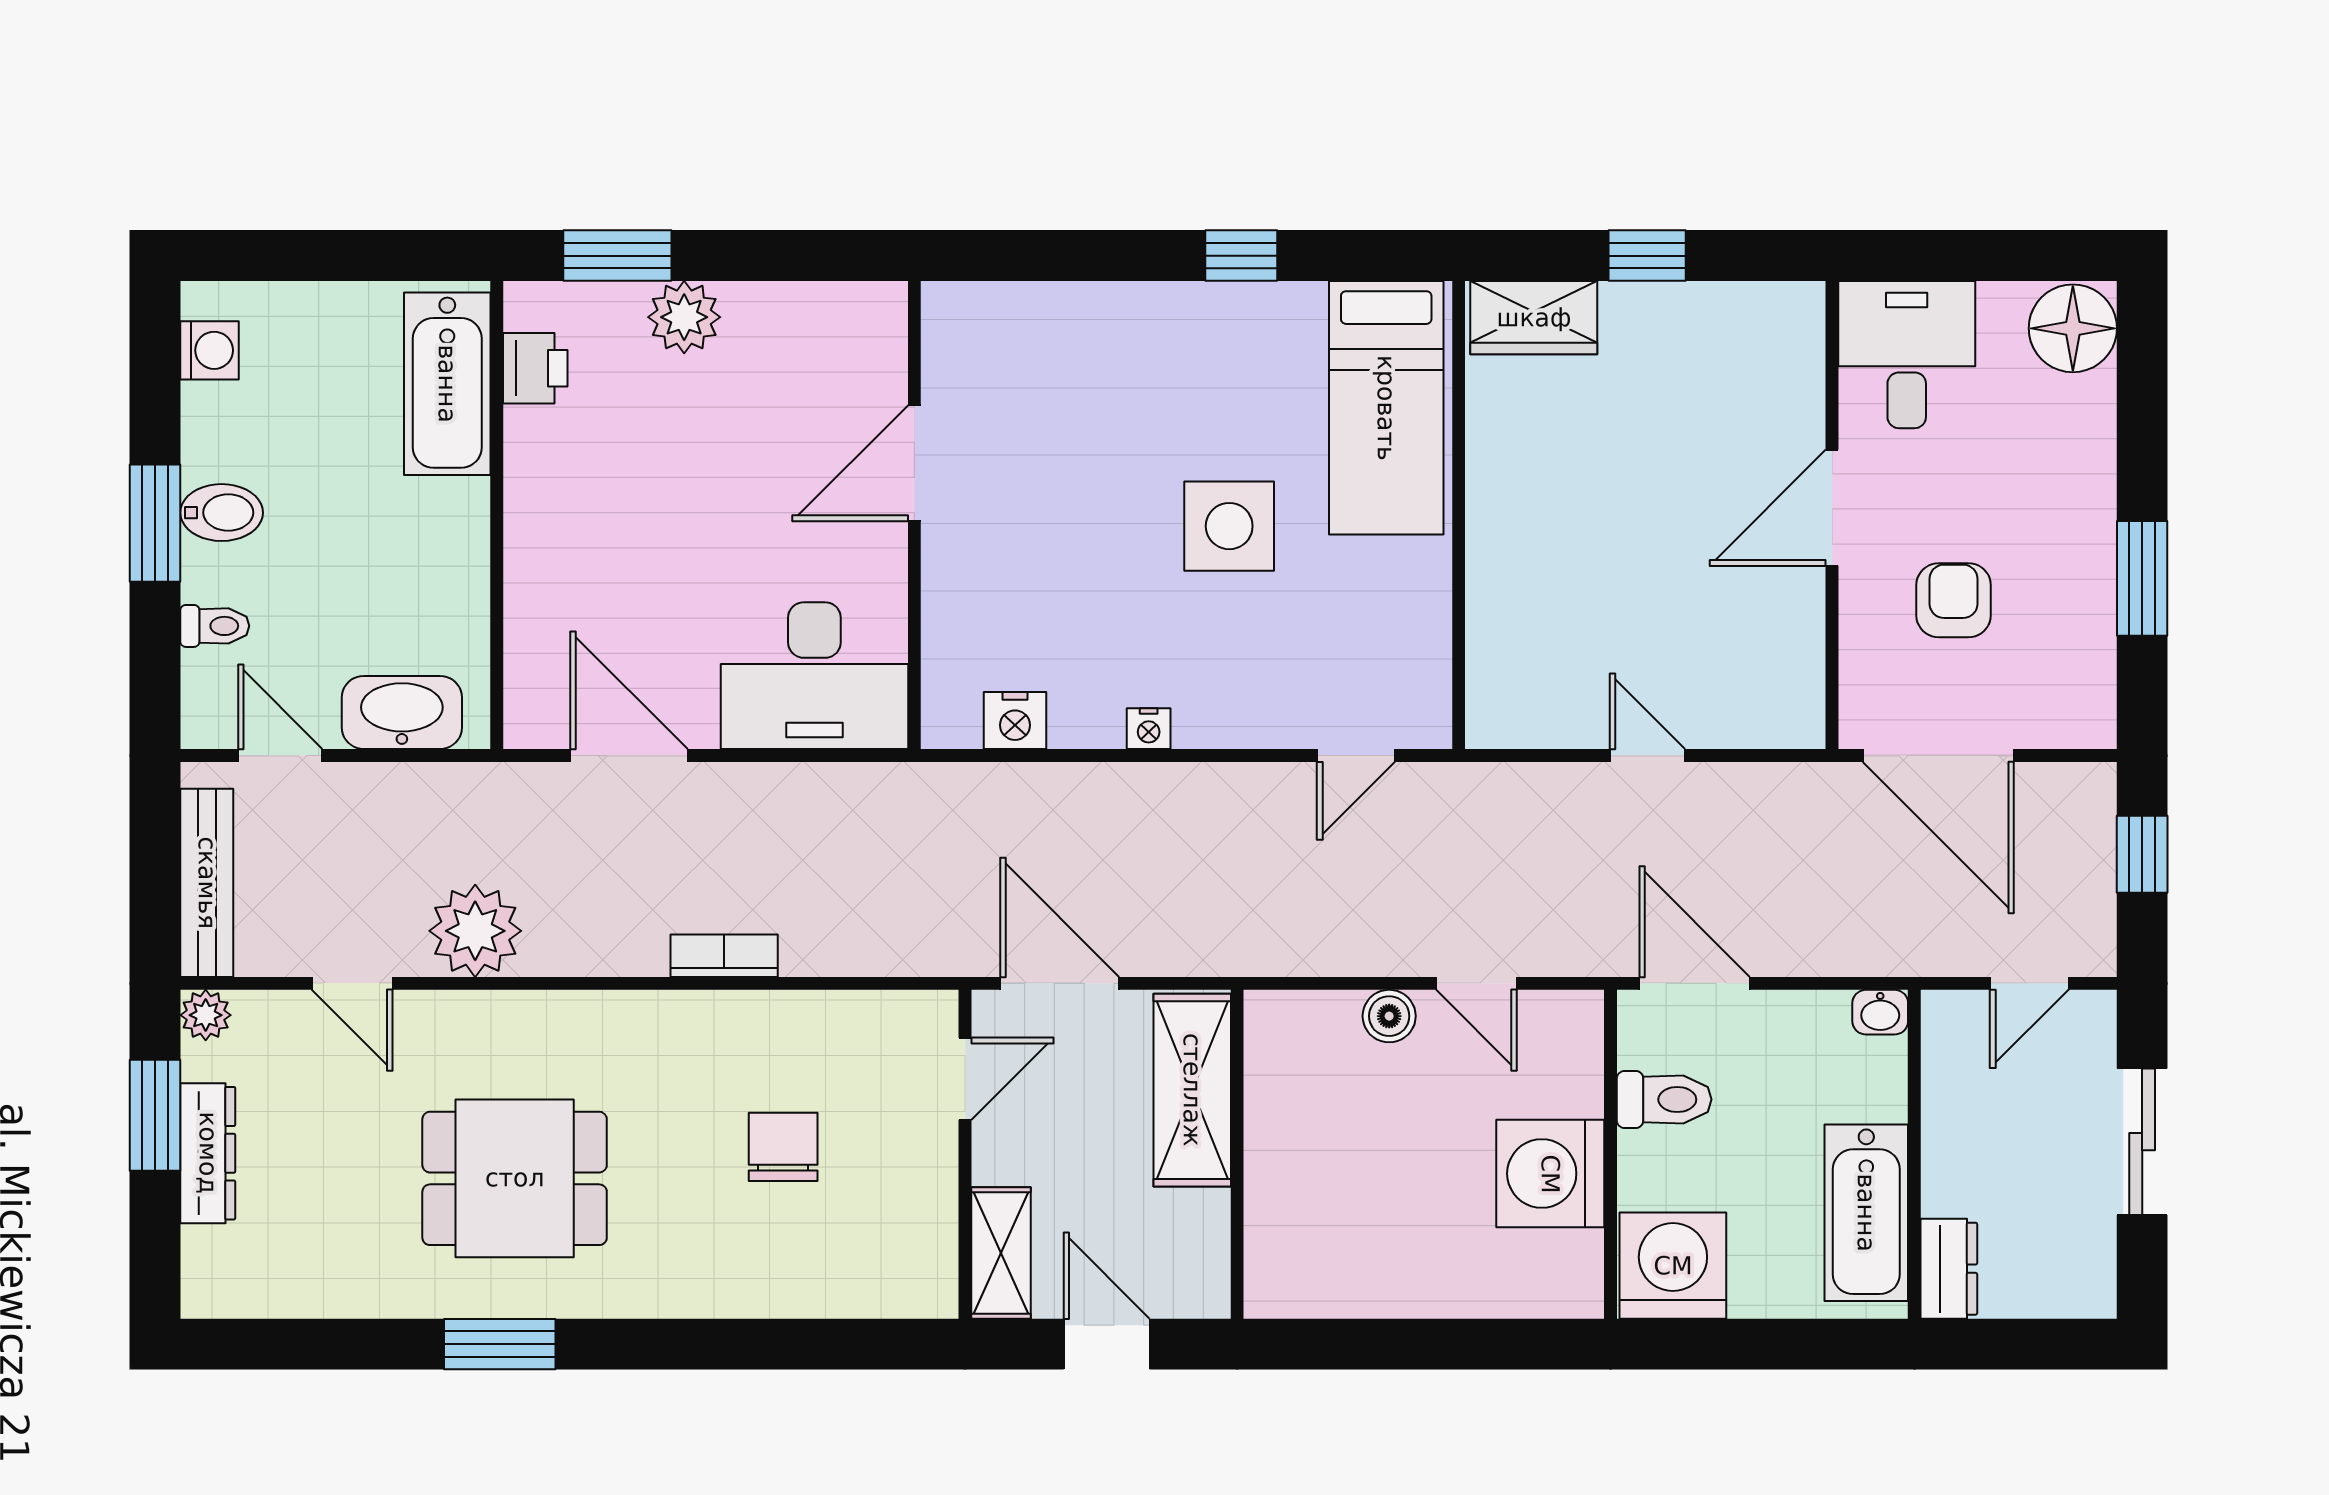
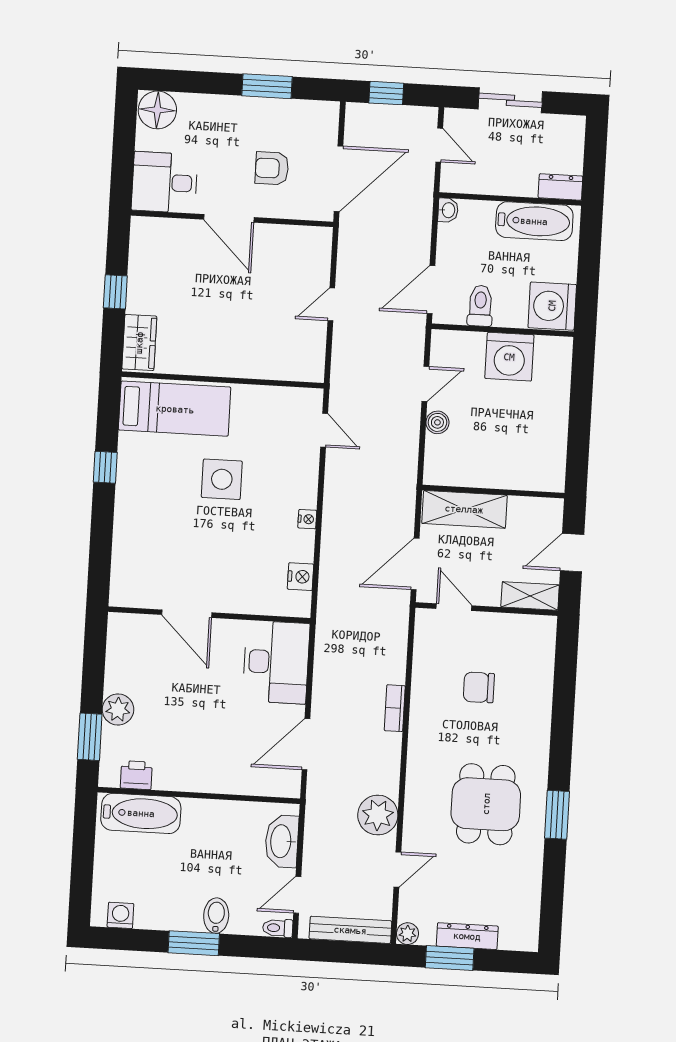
bidet: (222, 513) -> (216, 916), moved
toilet: (215, 626) -> (278, 928), moved, turned -90

